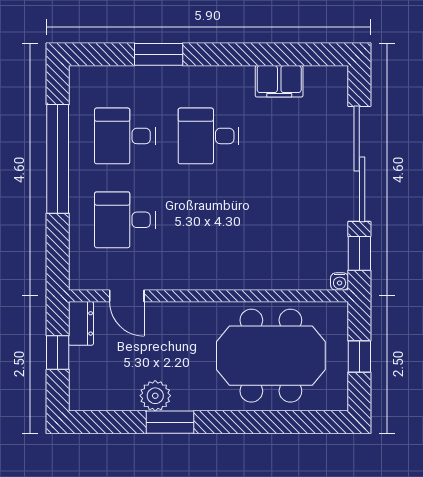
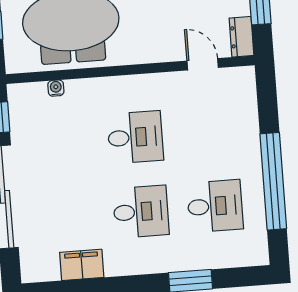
desk: (125, 220) -> (135, 137), moved
water cooler: (340, 282) -> (56, 88), moved

